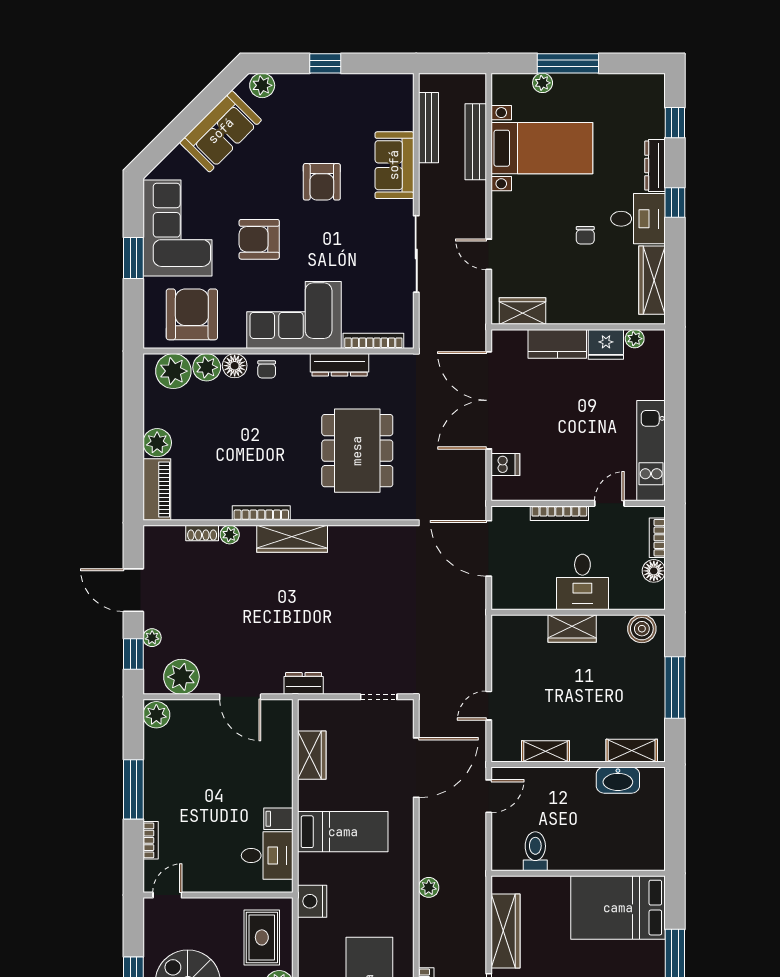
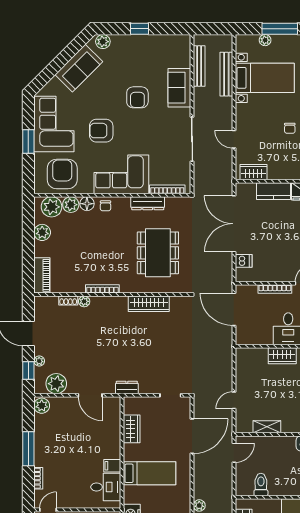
plant: (157, 443) -> (42, 232), moved
wardrobe: (292, 539) -> (149, 304), moved

